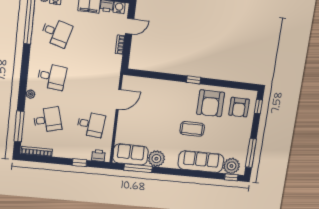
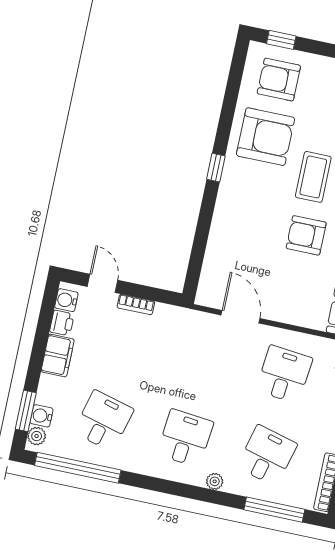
armchair: (239, 107) -> (279, 80), turned 180
desk: (47, 120) -> (267, 456), turned 30
armchair: (163, 128) -> (306, 235), added

